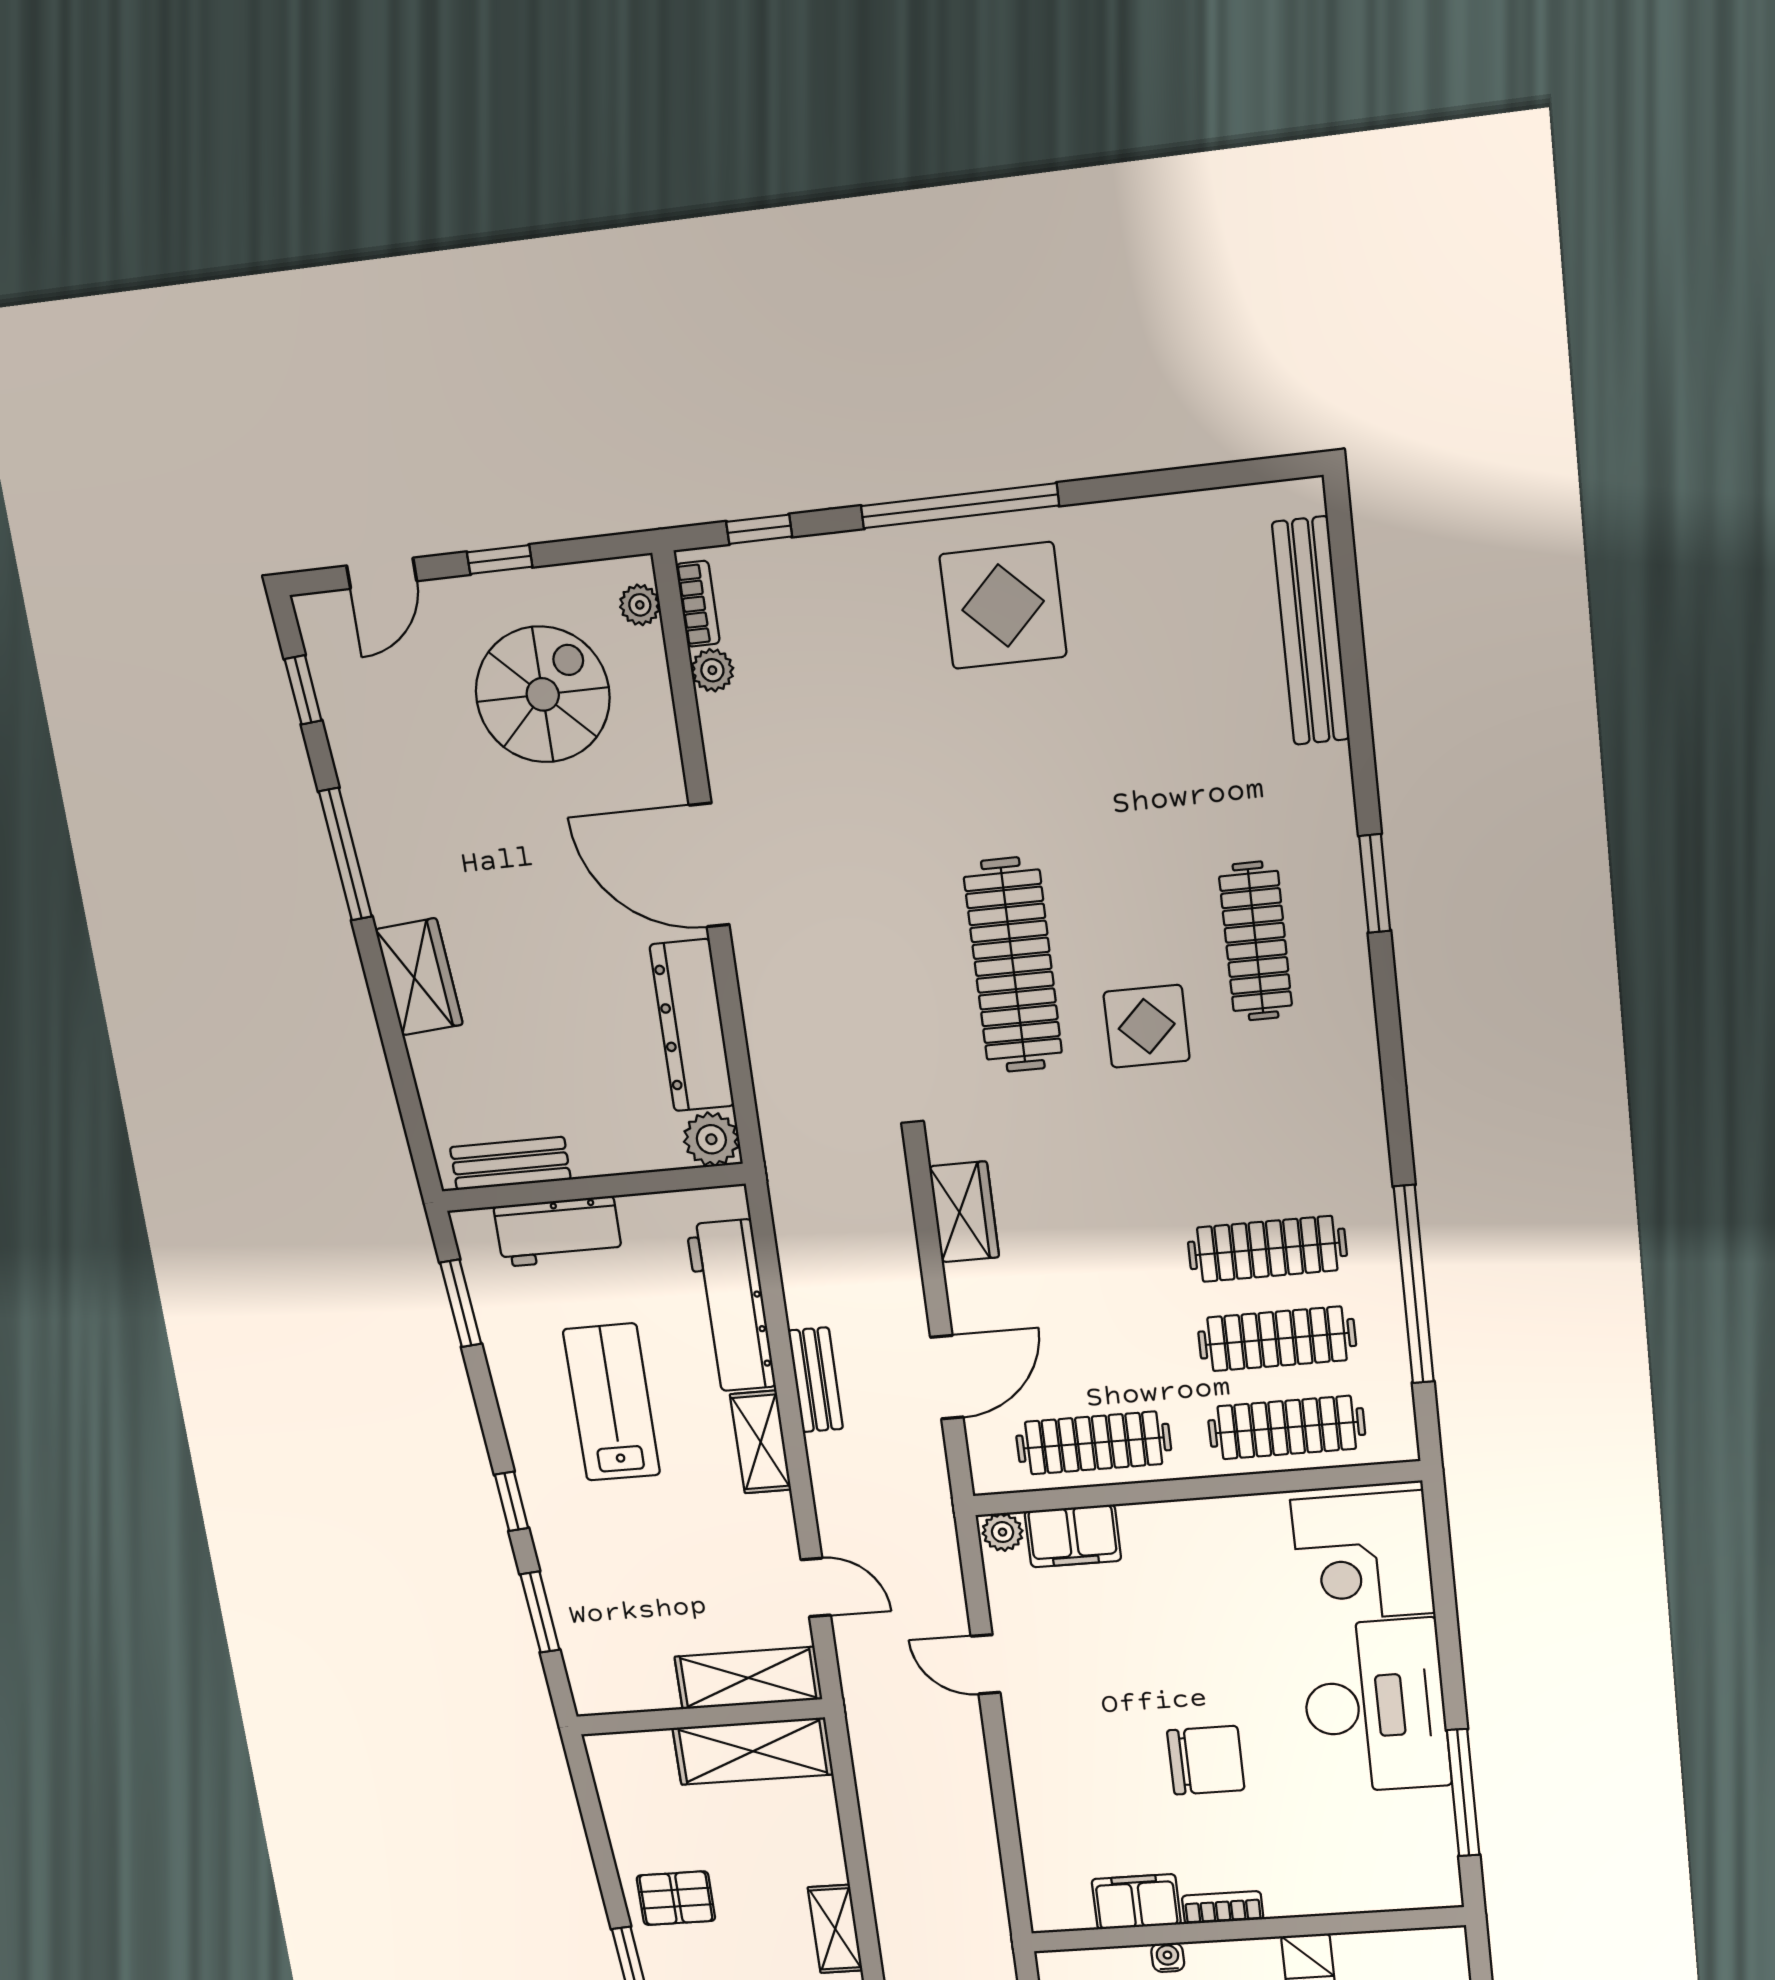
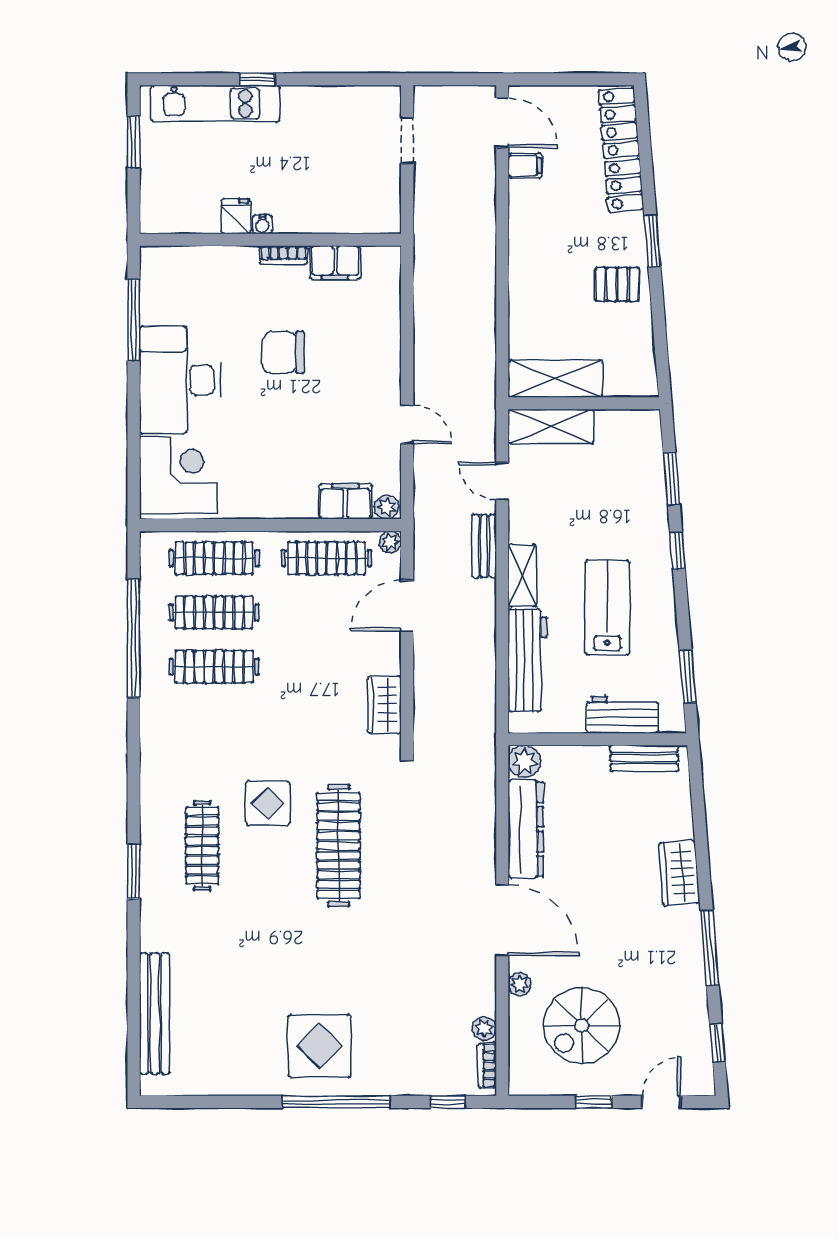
plant: (640, 605) -> (519, 984), moved
bench: (816, 1380) -> (484, 546), moved
lab bench: (612, 1402) -> (607, 608), turned 180
plant: (989, 1477) -> (390, 542), added
shelving: (835, 1929) -> (521, 257), removed
water cooler: (1168, 1957) -> (263, 224), moved

